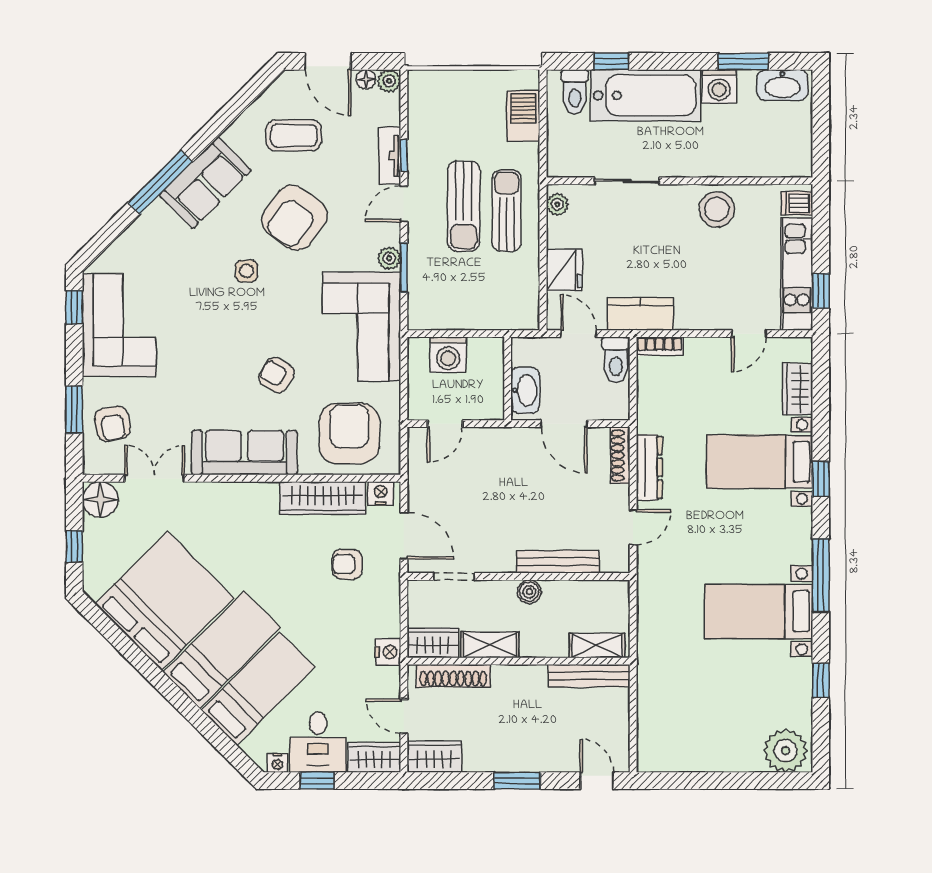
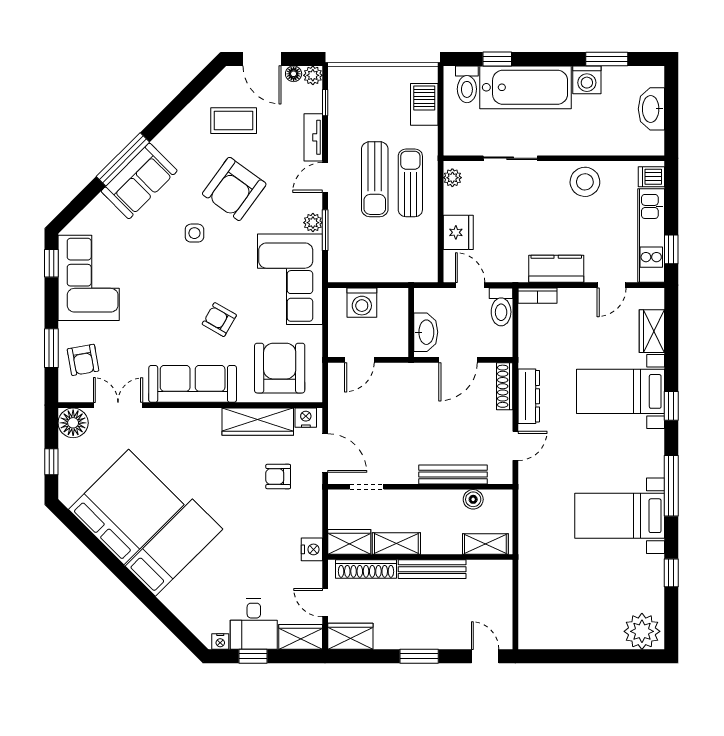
washbasin: (782, 85) -> (651, 109), moved, turned 90
window: (404, 155) -> (325, 103), moved
sofa: (205, 183) -> (139, 181), moved
kitchen counter: (641, 314) -> (556, 269), moved
door: (564, 424) -> (458, 360), hinge flipped
boiler: (529, 592) -> (473, 499), moved
bench: (589, 676) -> (432, 569), moved
bed: (258, 689) -> (204, 580), removed

